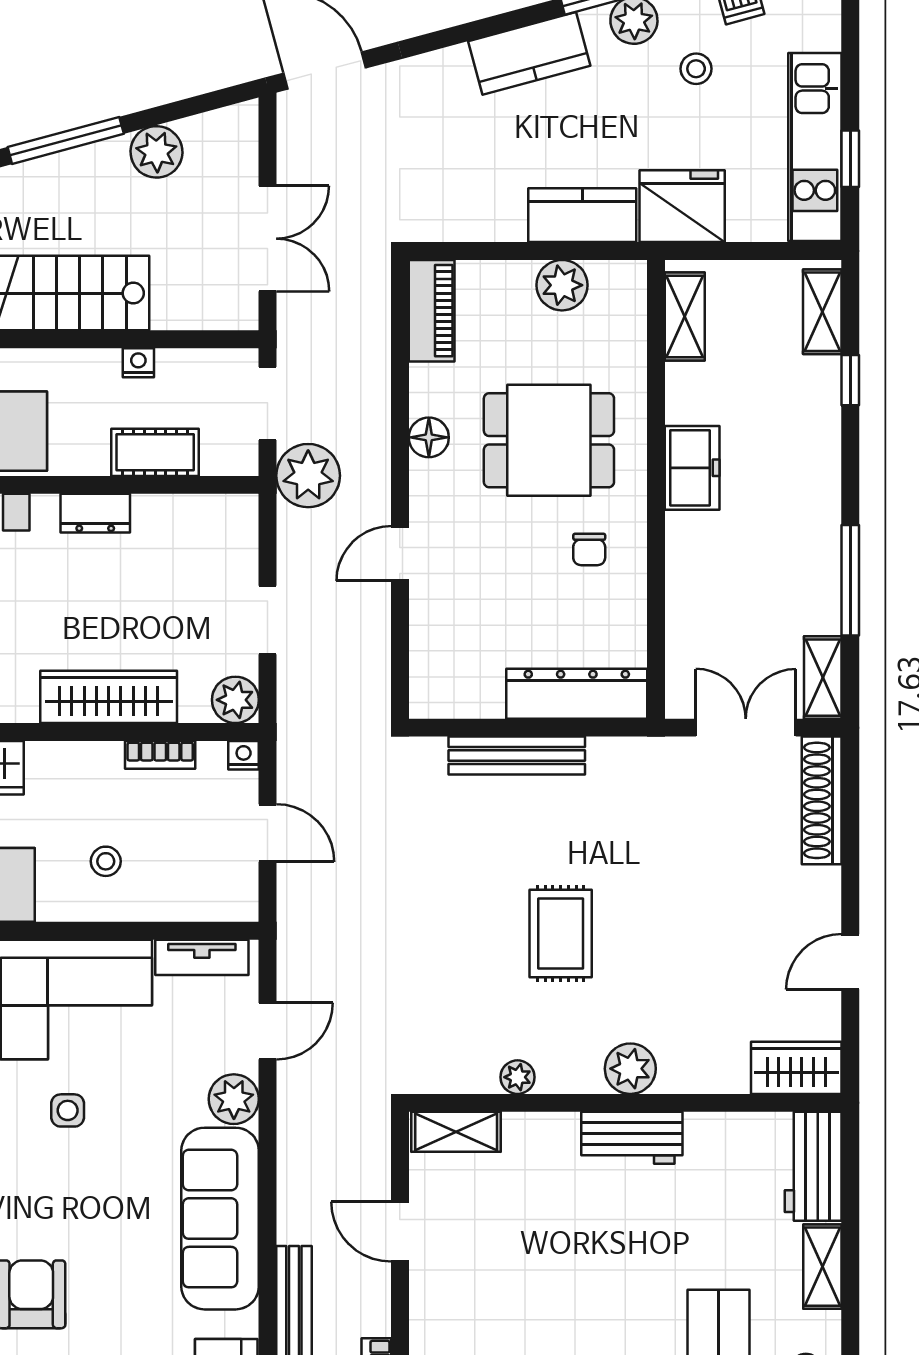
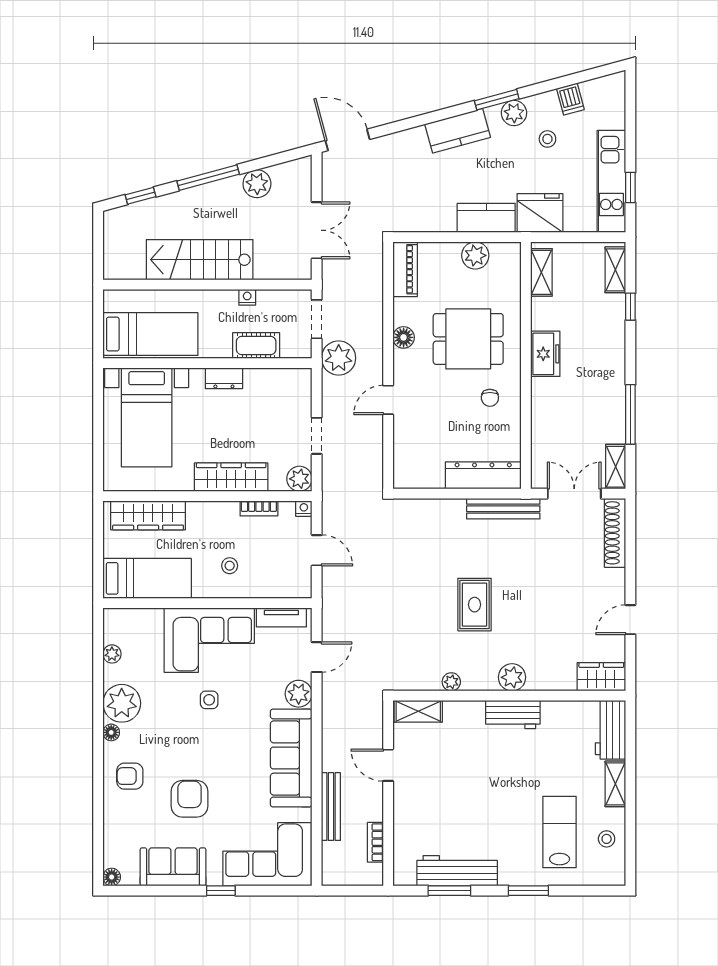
bench: (517, 756) -> (503, 509), moved

